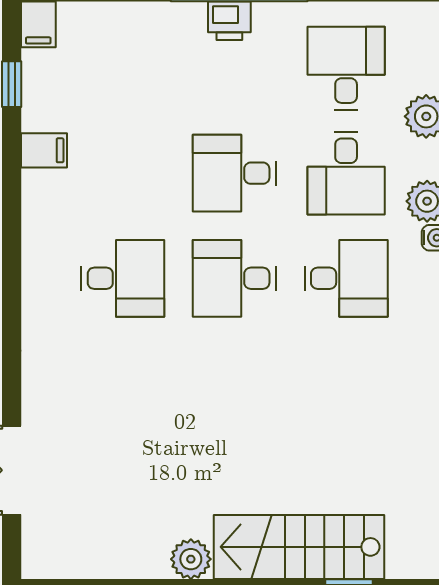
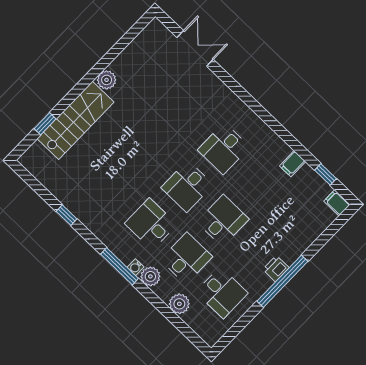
desk: (346, 173) -> (186, 258), turned 90
desk: (234, 278) -> (187, 186), turned 180
desk: (346, 278) -> (151, 224), turned 90

